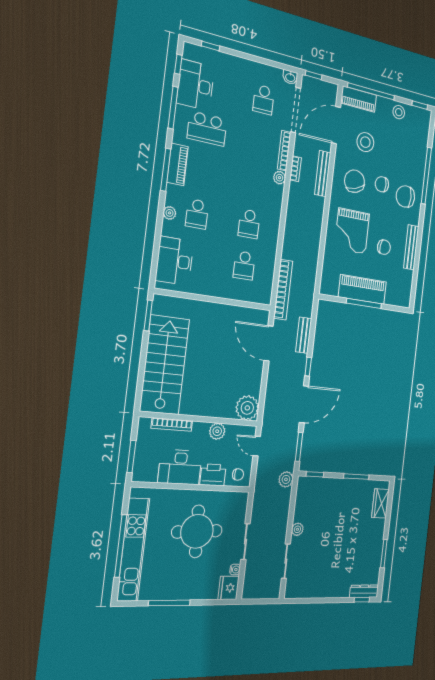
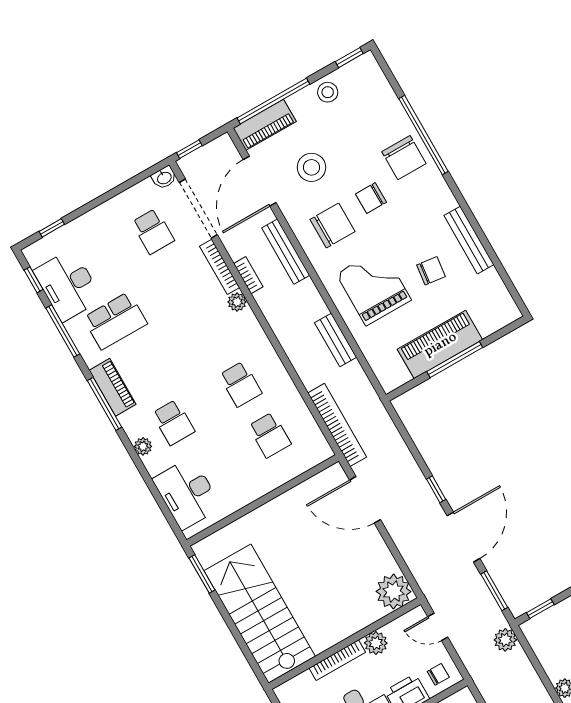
chair: (354, 181) -> (332, 226), turned 108
chair: (405, 196) -> (404, 158), moved, turned -90
grand piano: (352, 231) -> (374, 287), turned 180
bench: (304, 335) -> (336, 340), moved
bookcase: (172, 425) -> (337, 660), moved

